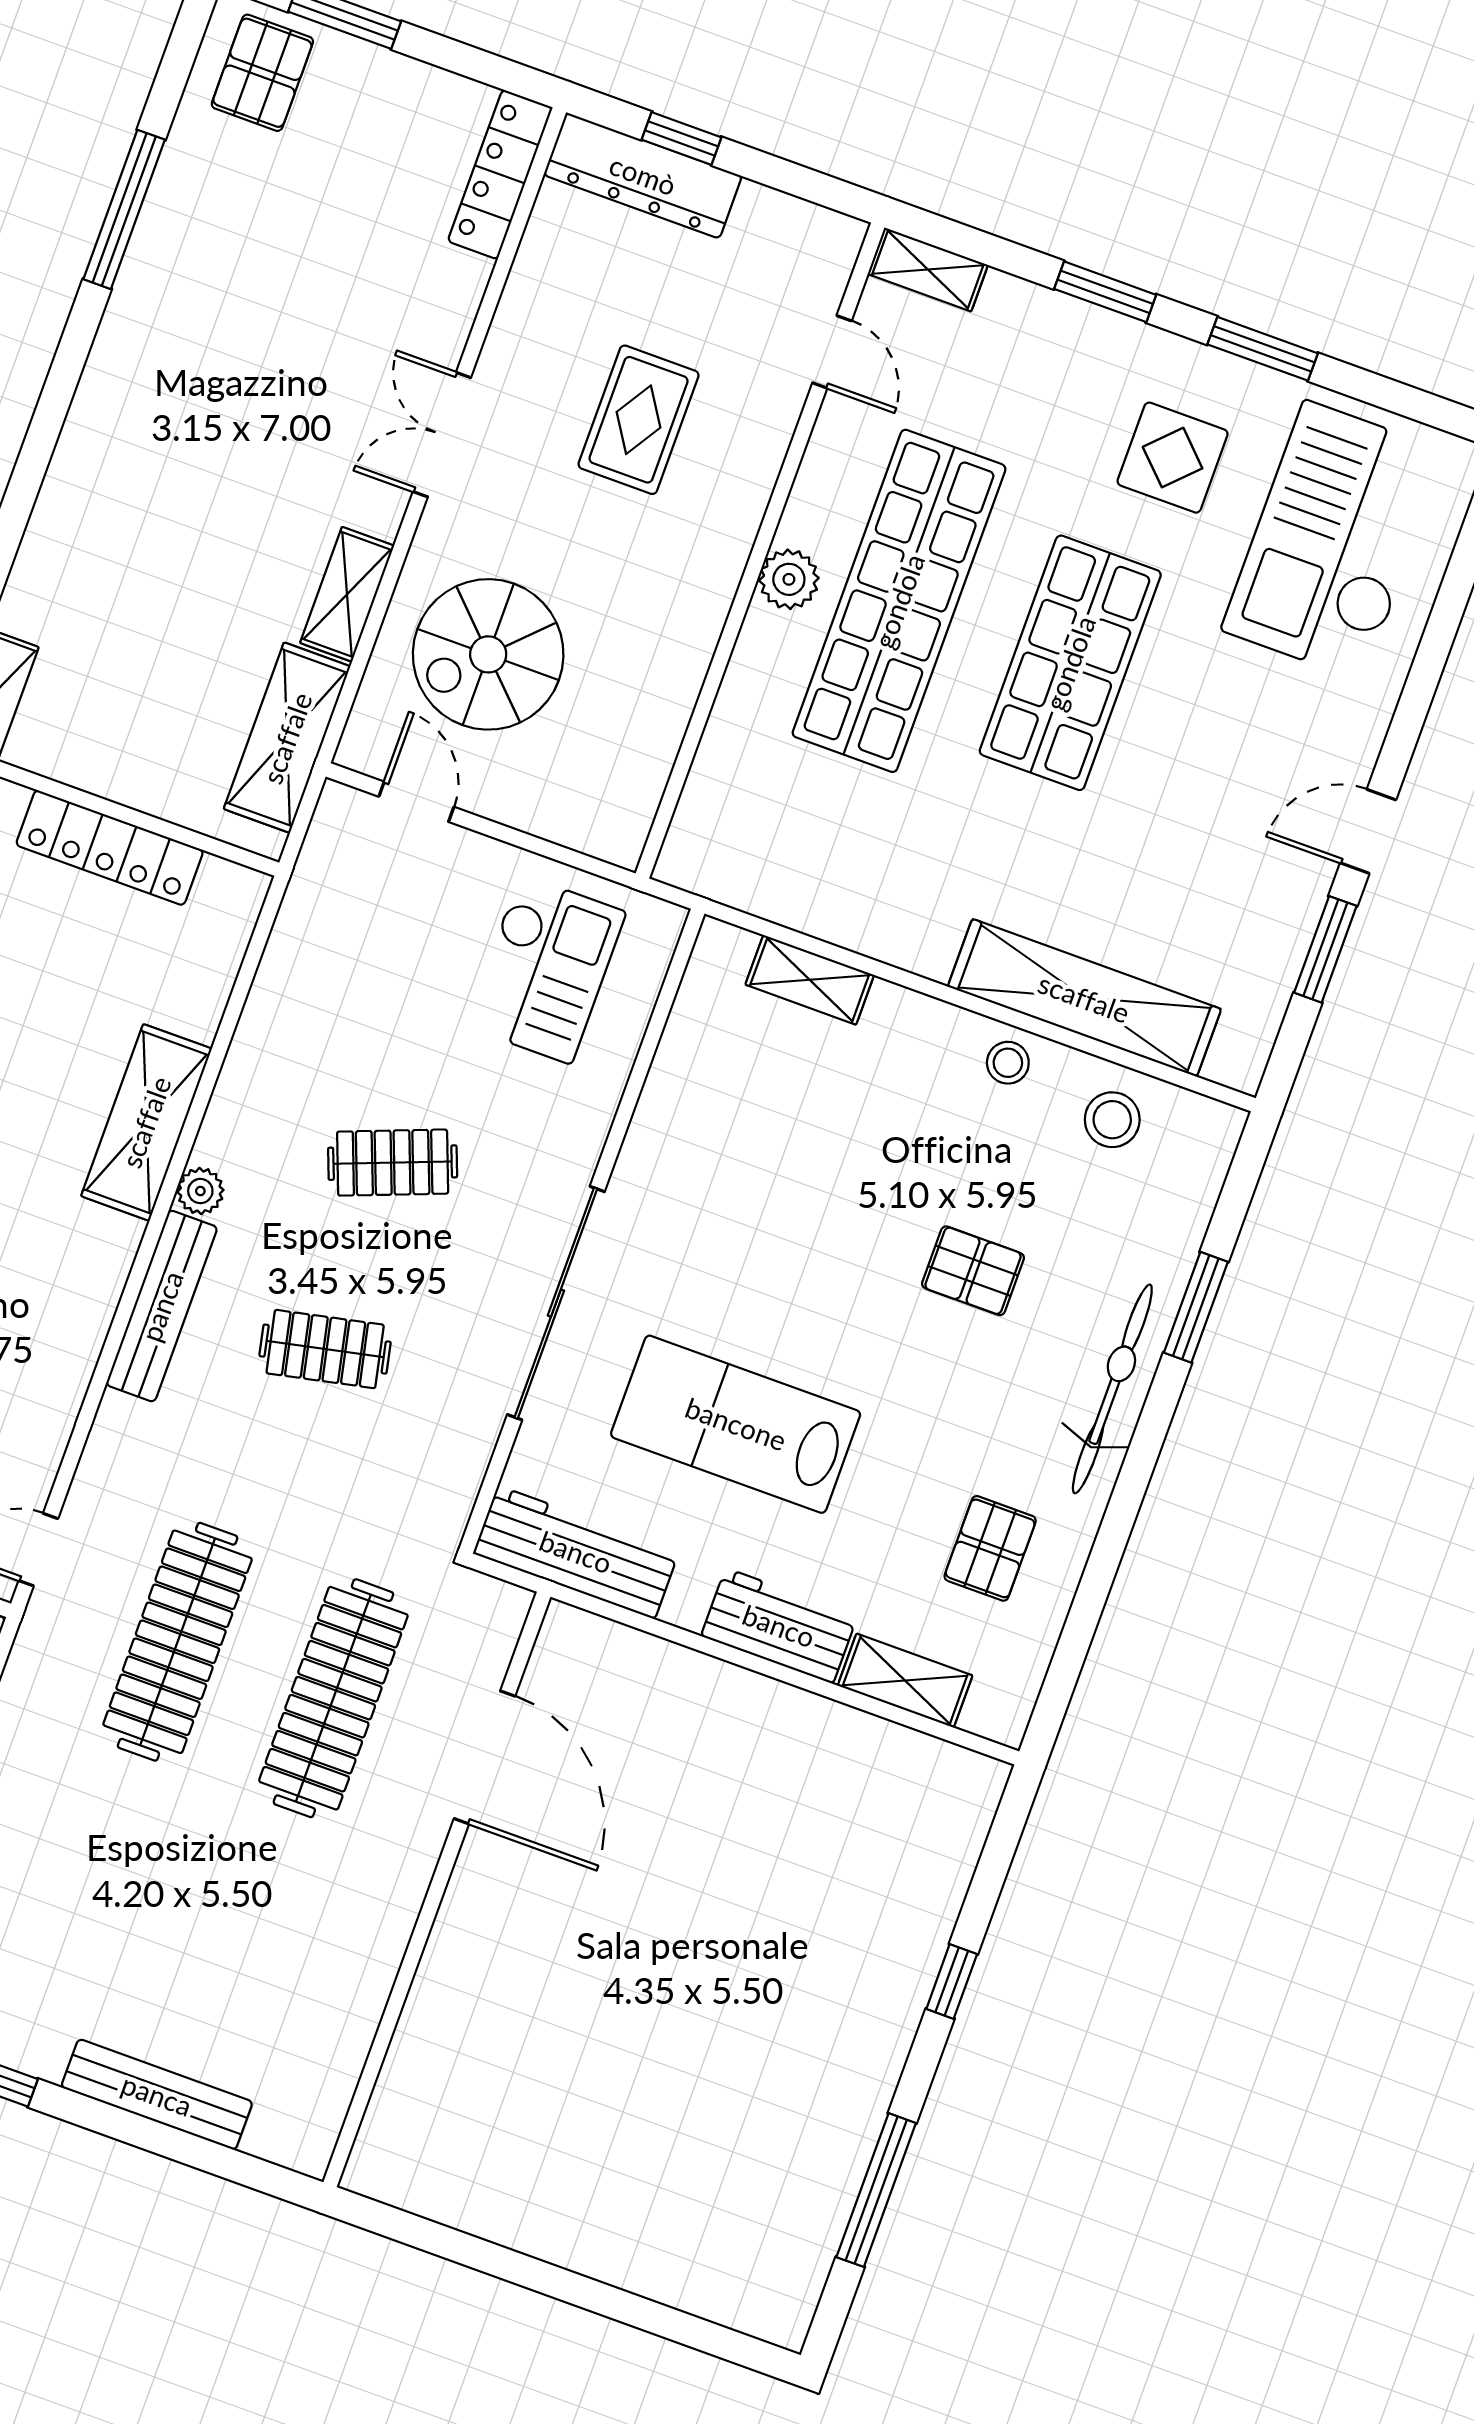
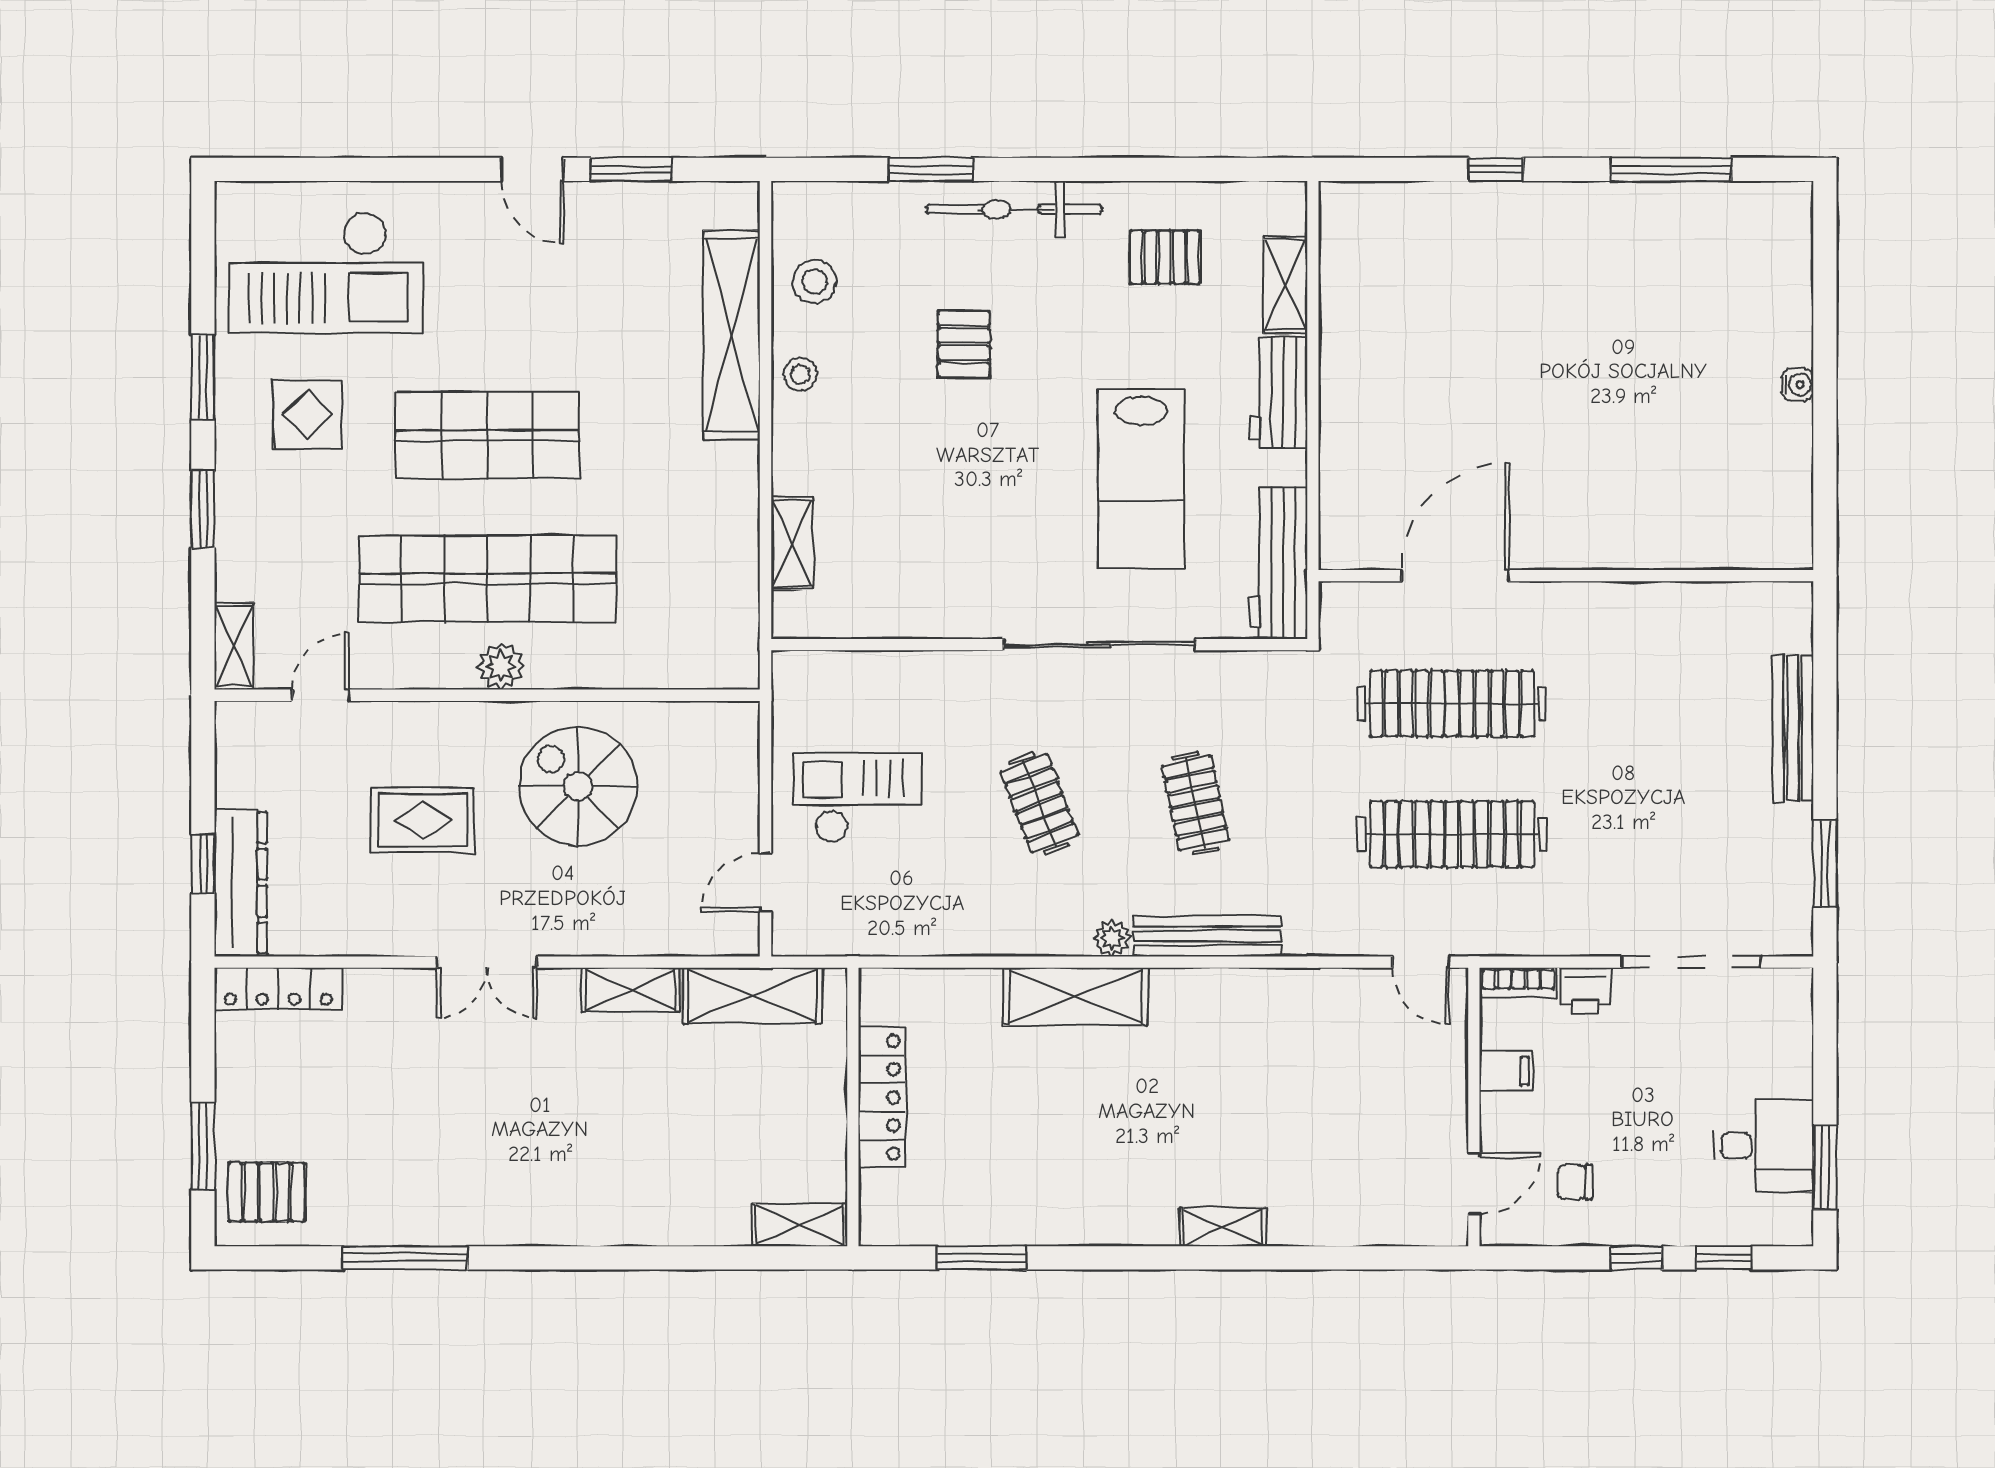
spiral stairs: (488, 654) -> (578, 786), moved, turned 180
checkout: (545, 969) -> (857, 797), moved
water cooler: (565, 2248) -> (1797, 384), added

